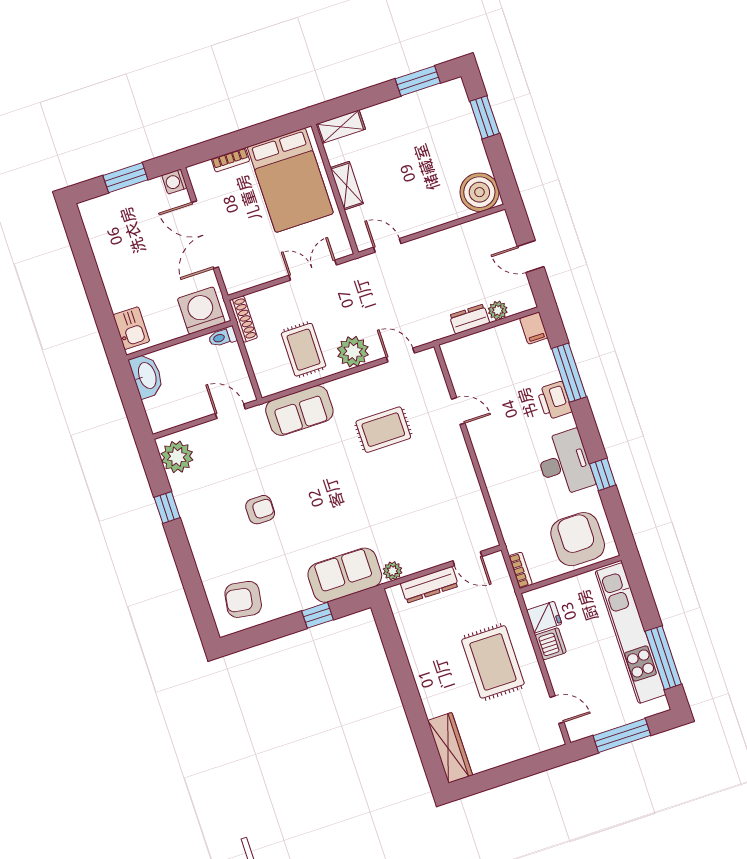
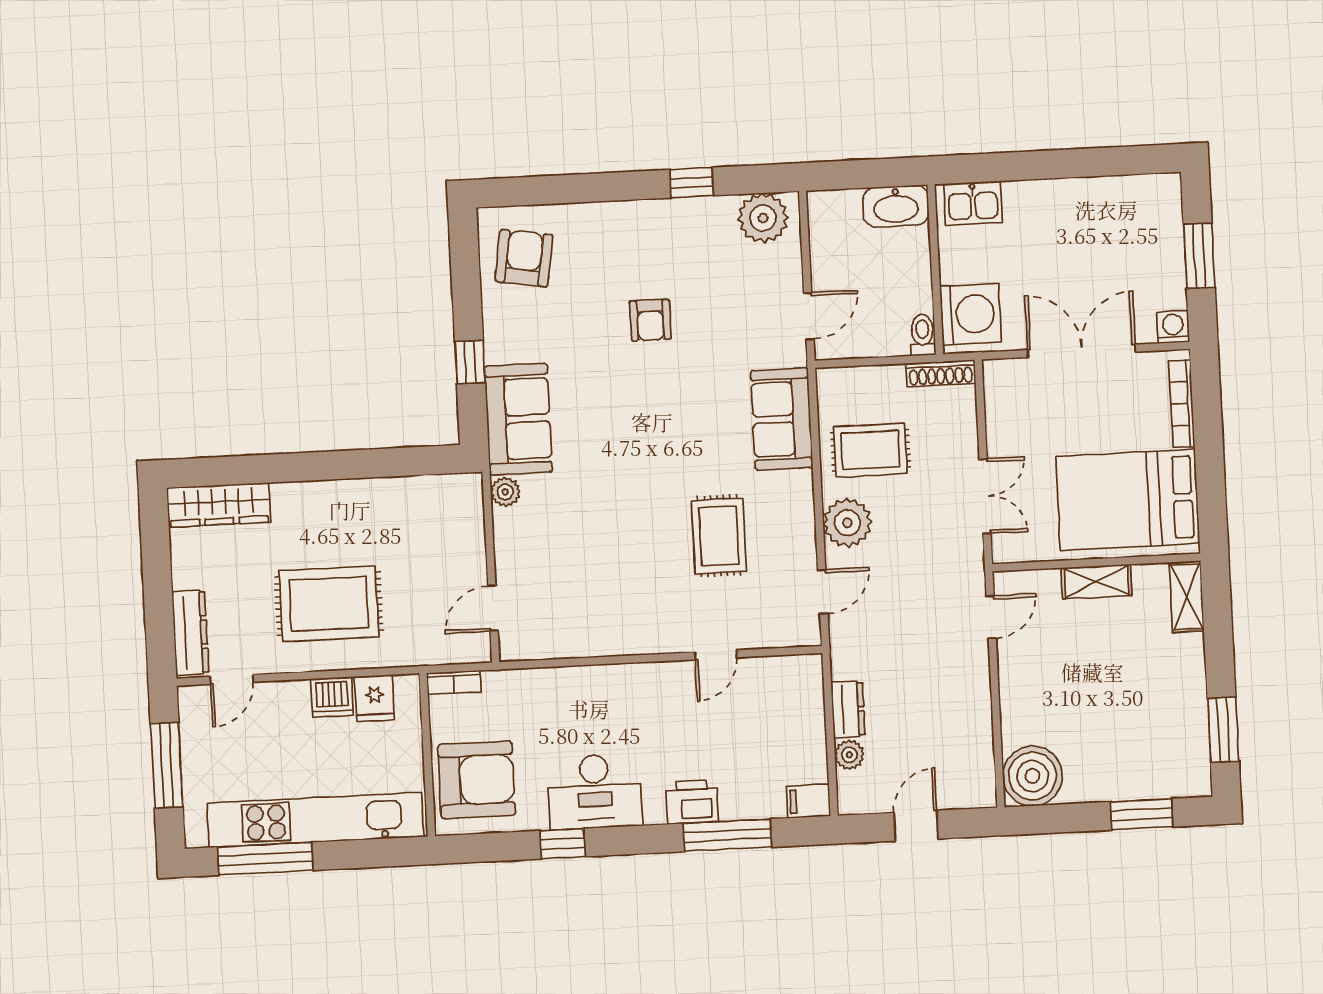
bookcase: (231, 160) -> (1182, 404), width x1.56
dresser: (429, 585) -> (190, 633), moved, turned 180

